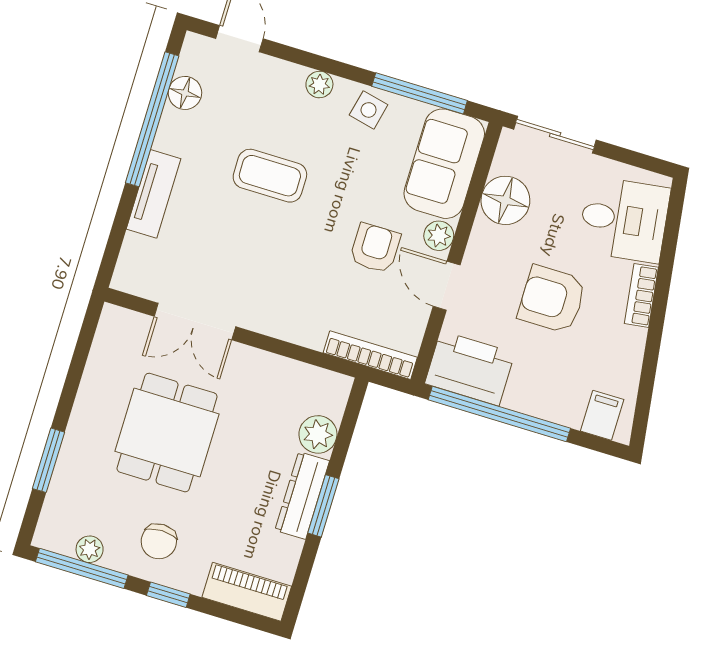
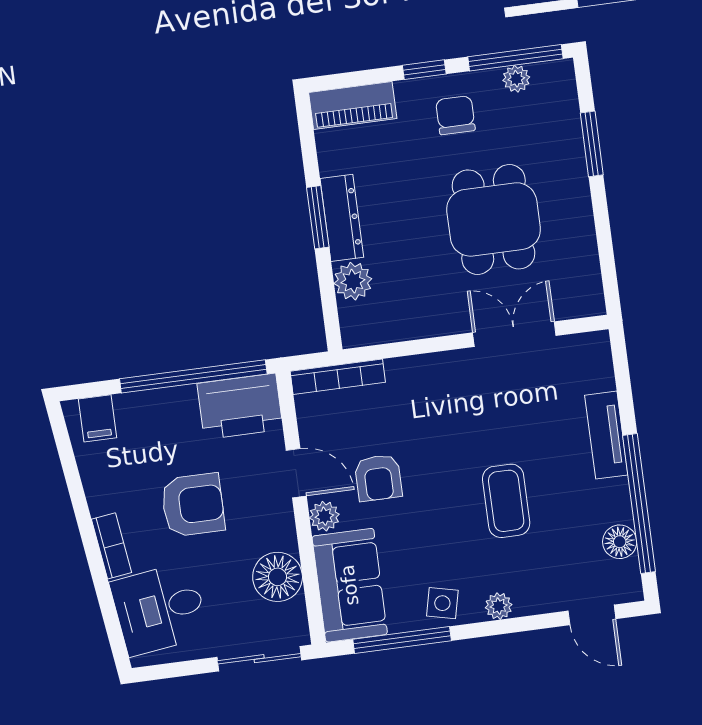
coffee table: (270, 176) -> (506, 501), turned 90

